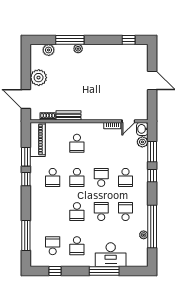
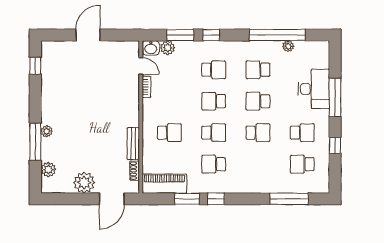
school desk: (53, 177) -> (214, 164), turned 180
window: (55, 271) -> (335, 145), moved

